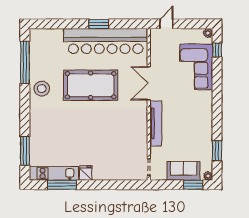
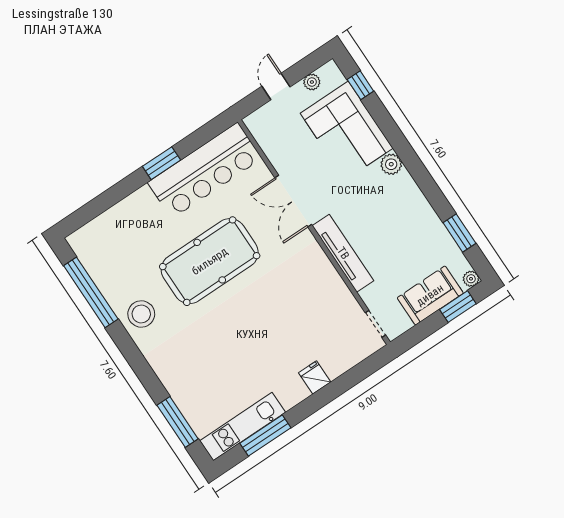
door: (166, 24) -> (276, 87), moved
plant: (208, 33) -> (312, 82), moved
bar counter: (106, 41) -> (205, 170), width x0.73
plant: (207, 97) -> (391, 164), added
fridge: (86, 173) -> (315, 377), moved

